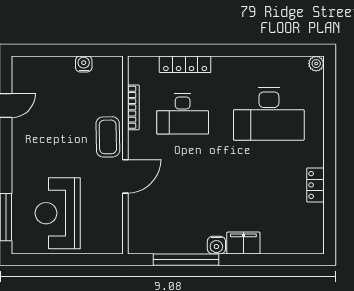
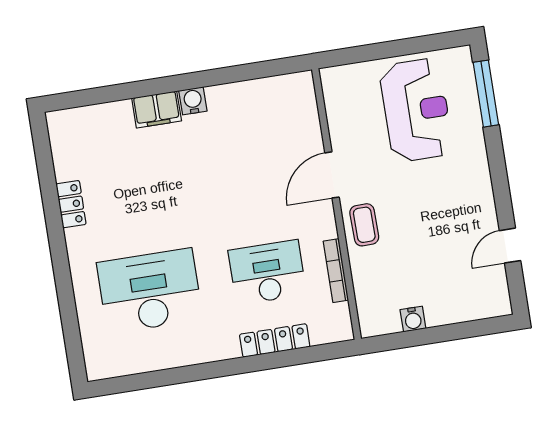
plant: (316, 64) -> (96, 370), removed
coffee table: (108, 137) -> (364, 225), width x0.73, depth x0.77
window: (186, 260) -> (231, 74), removed

